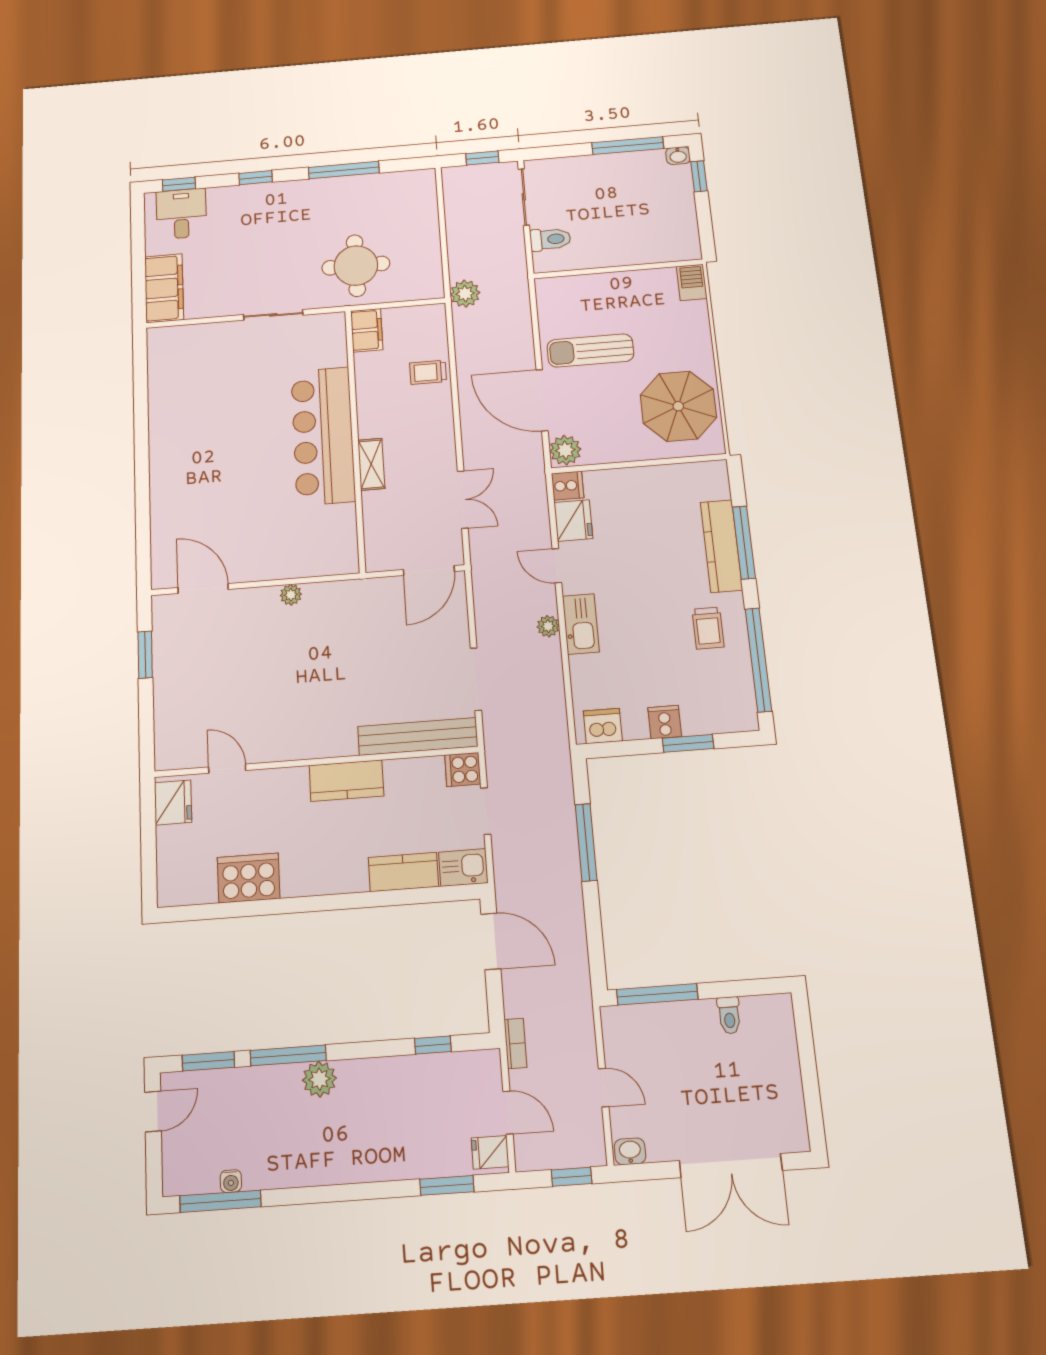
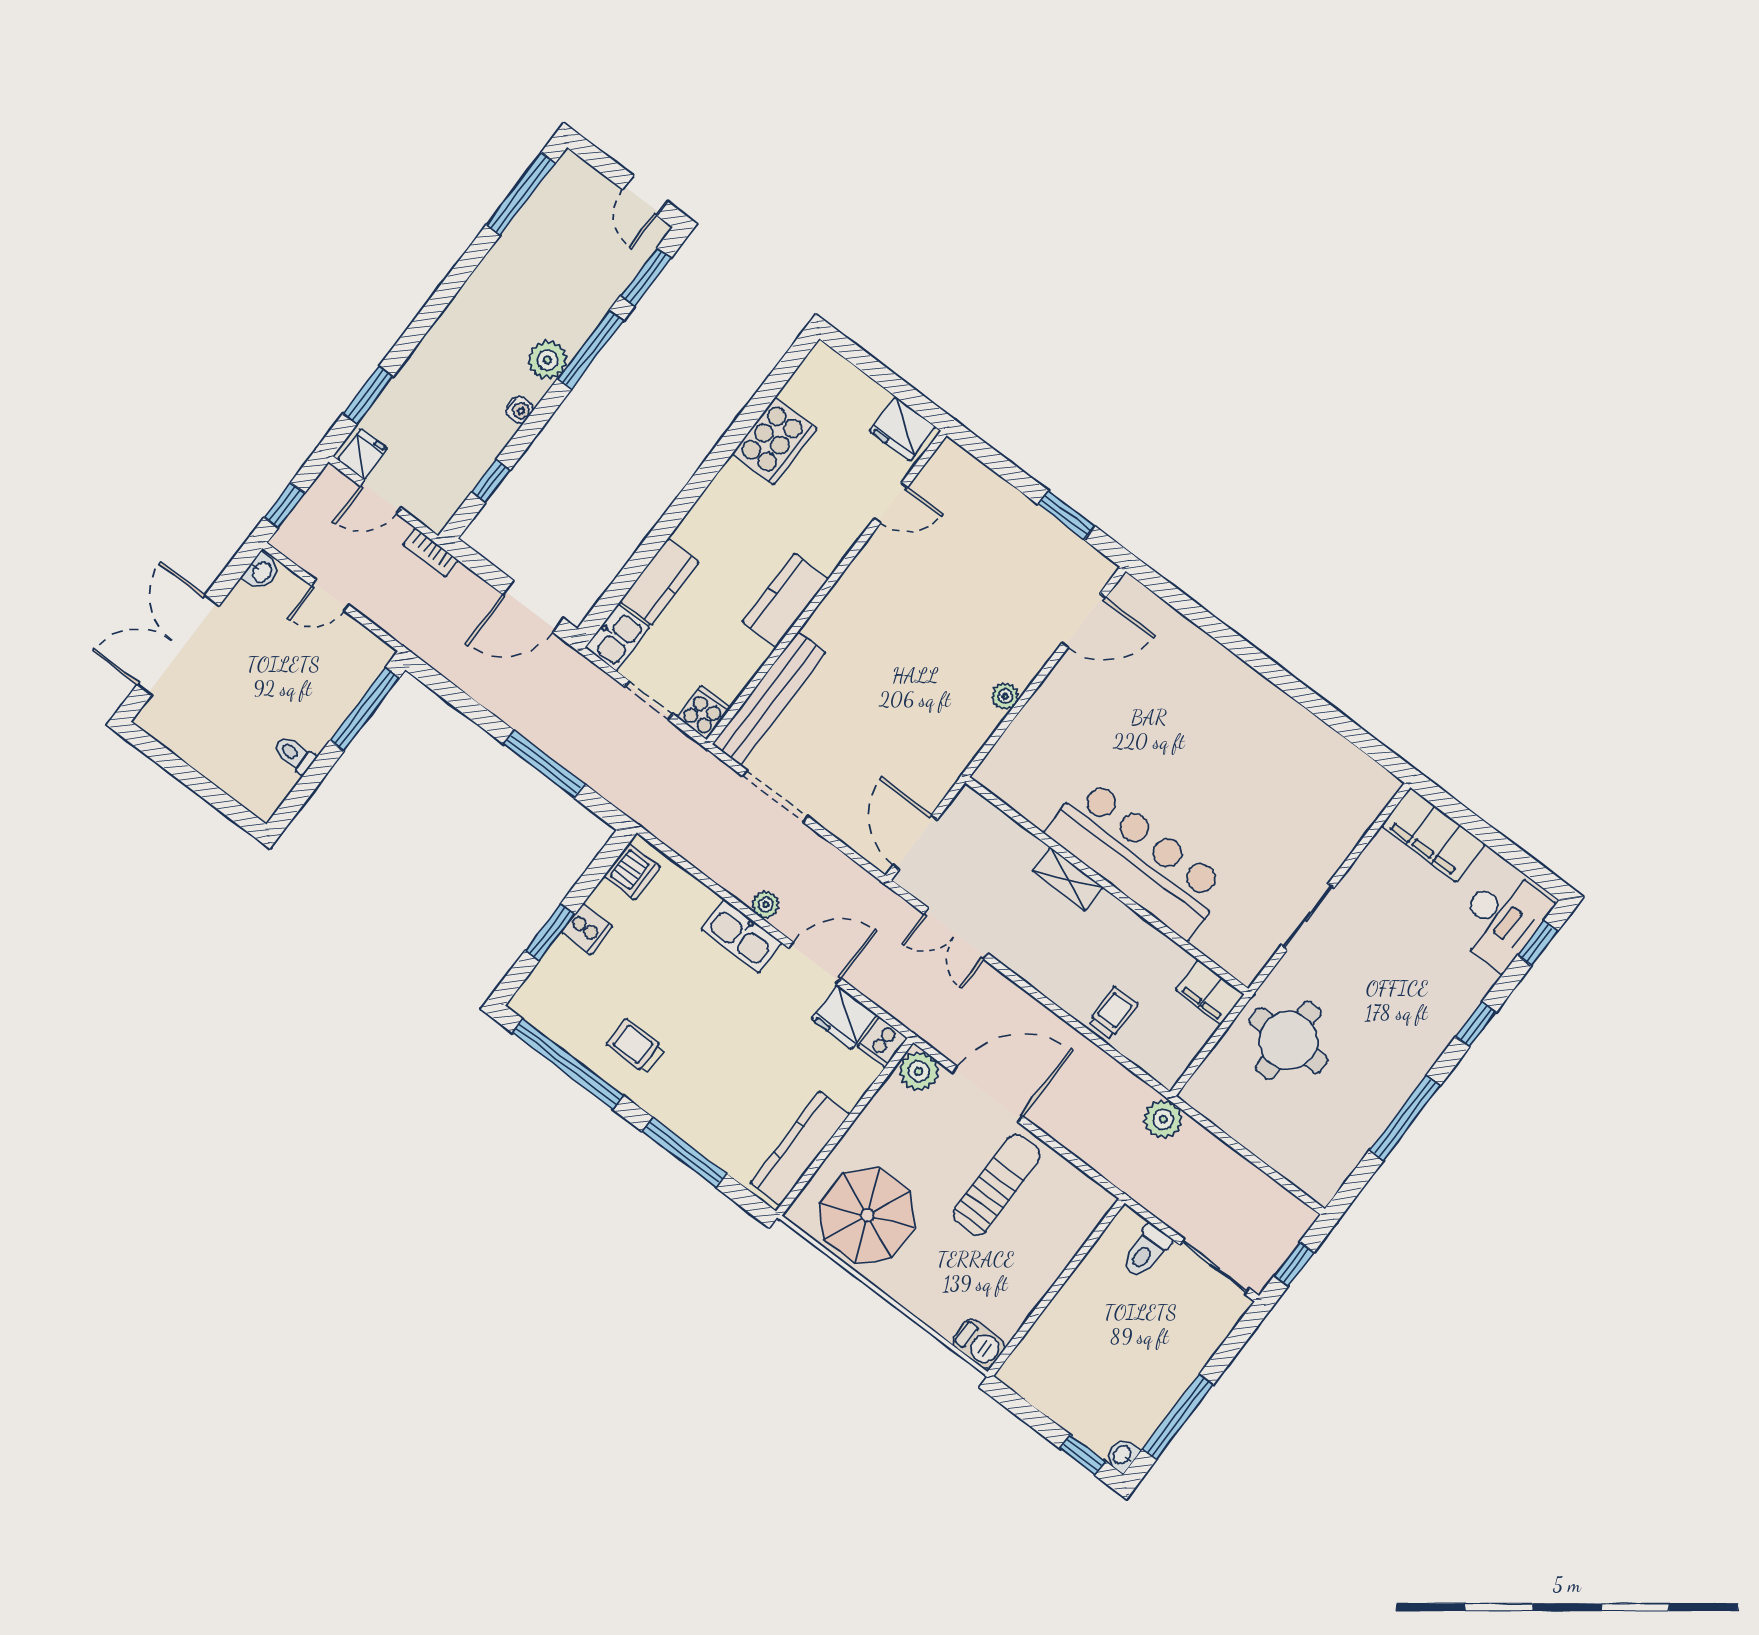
desk: (181, 214) -> (1502, 918), width x1.37
kitchen counter: (721, 546) -> (800, 1148), moved, turned -90
door: (557, 566) -> (815, 963), width x1.38
water cooler: (231, 1181) -> (520, 410), moved, turned 180

